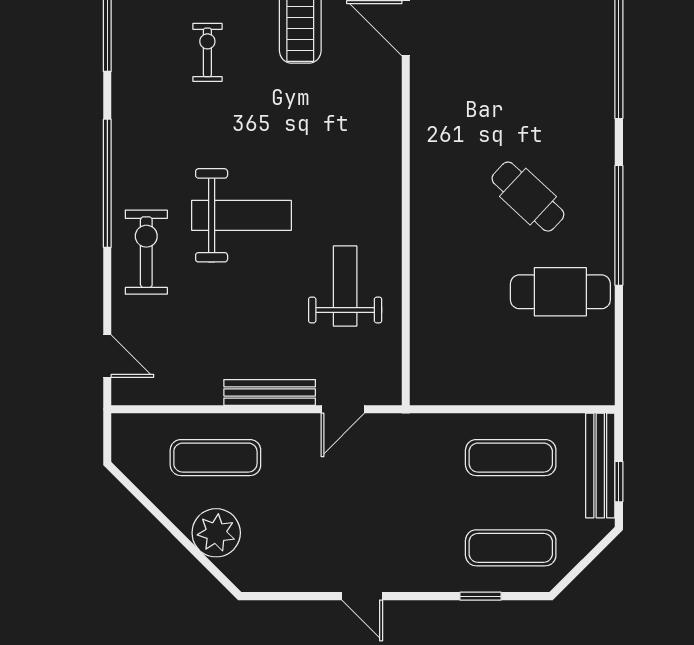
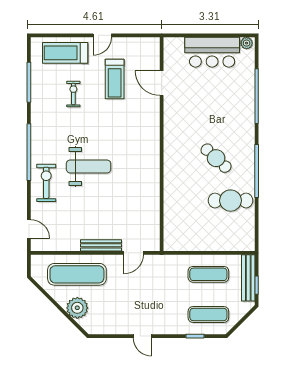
weight bench: (345, 286) -> (135, 198), removed
exercise mat: (215, 458) -> (77, 274), width x1.36, depth x1.45

